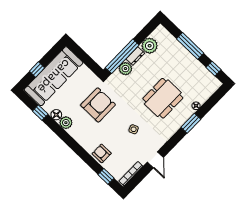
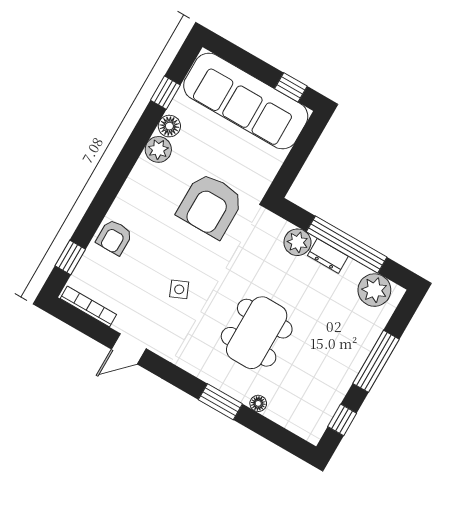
plant: (150, 46) -> (374, 290), moved
window: (122, 56) -> (347, 244), moved
window: (37, 69) -> (291, 87), moved
dining table: (163, 98) -> (257, 333), turned 90
armchair: (98, 105) -> (210, 205), turned 90
armchair: (102, 153) -> (114, 237), turned 180

